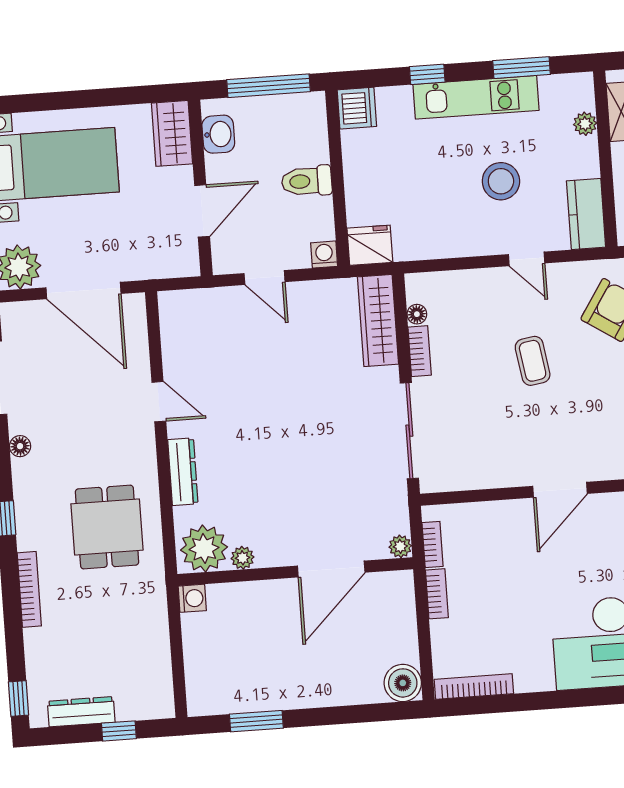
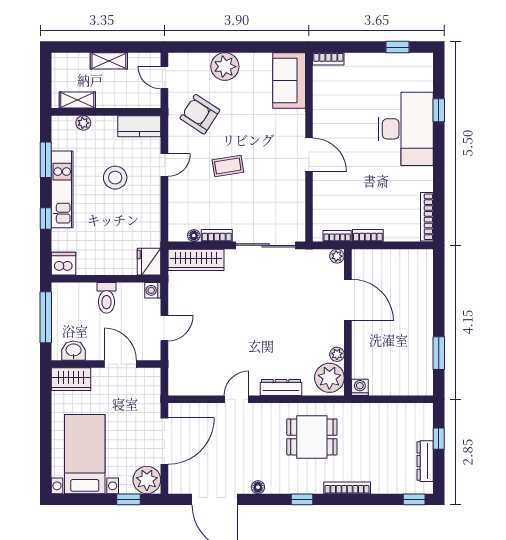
boiler: (403, 683) -> (422, 261), removed

